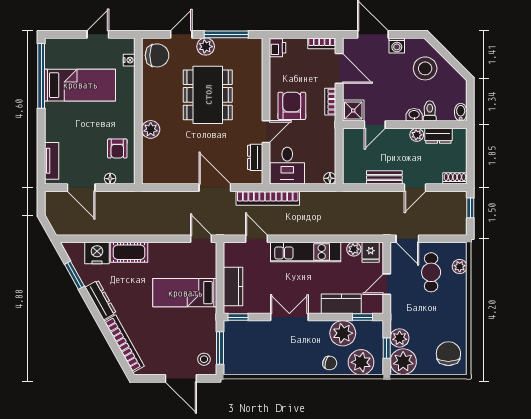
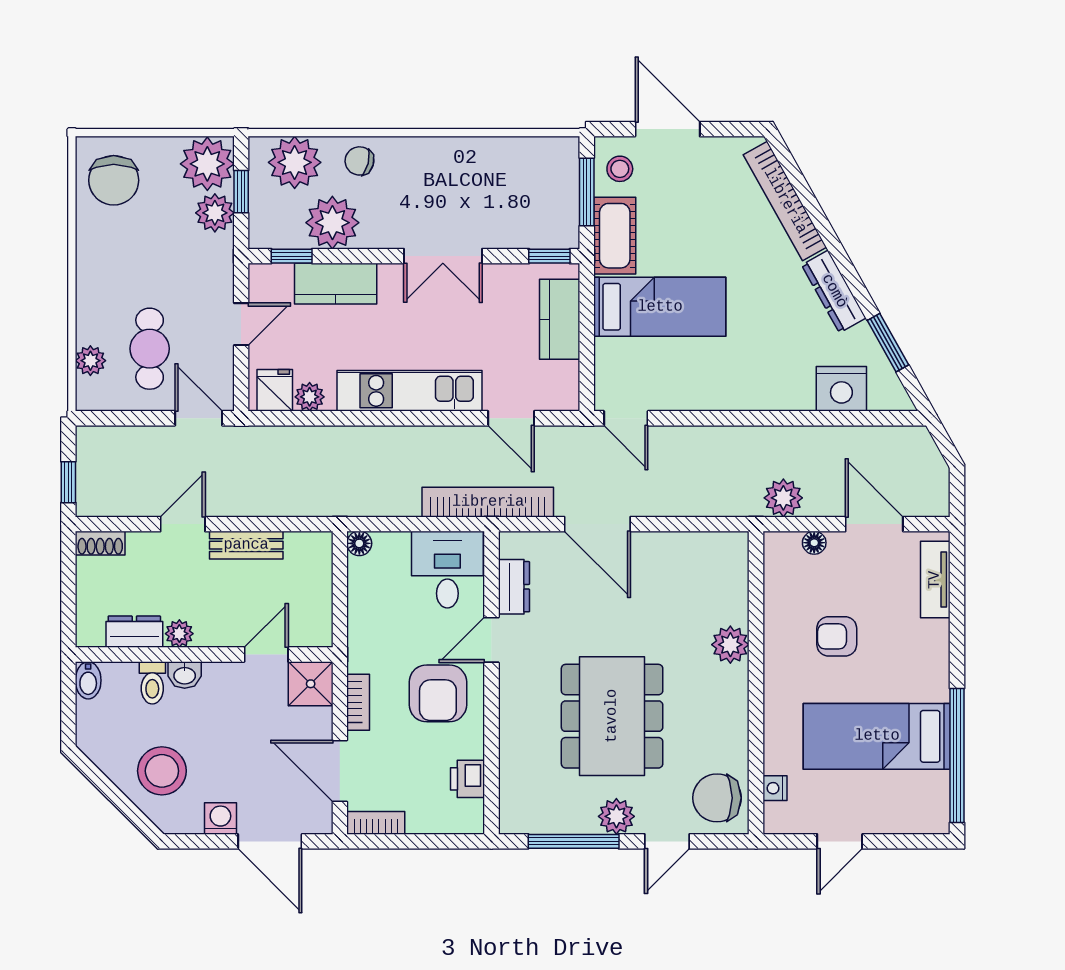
printer: (278, 48) -> (468, 779), moved
armchair: (117, 148) -> (837, 636), moved, turned -90
plant: (125, 200) -> (783, 498), added
cot: (129, 252) -> (615, 236), moved, turned 90

